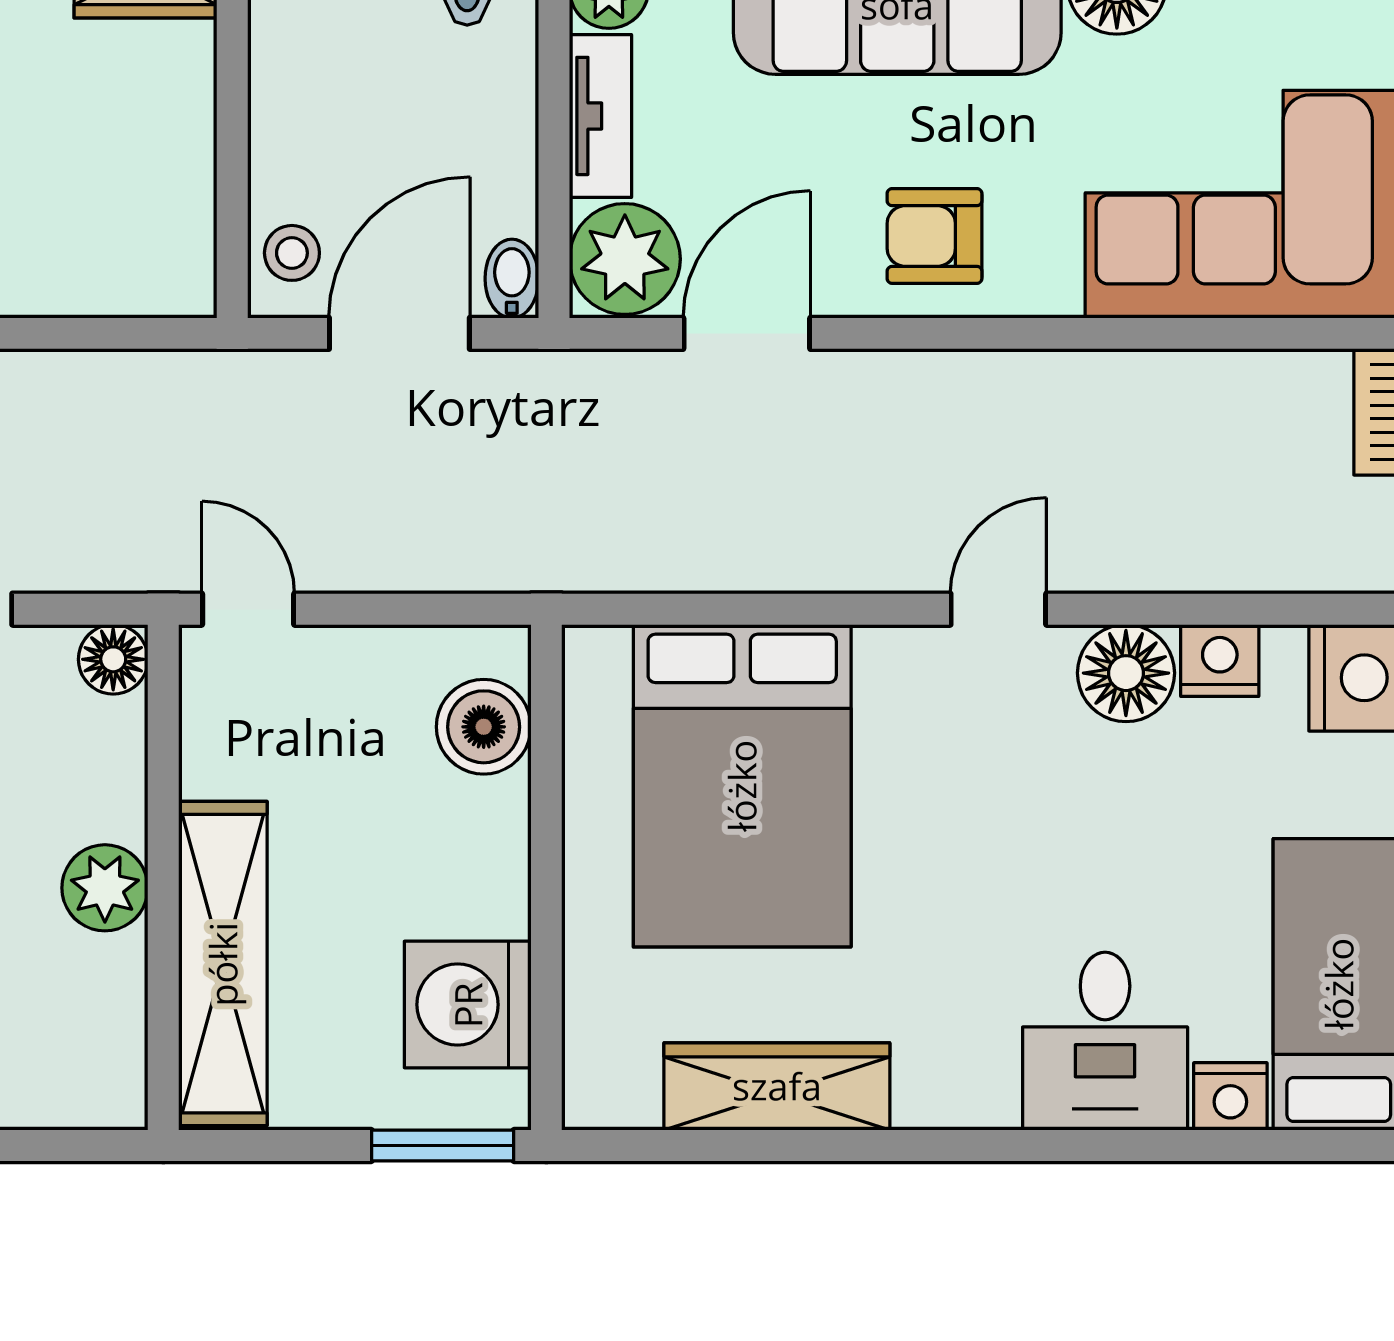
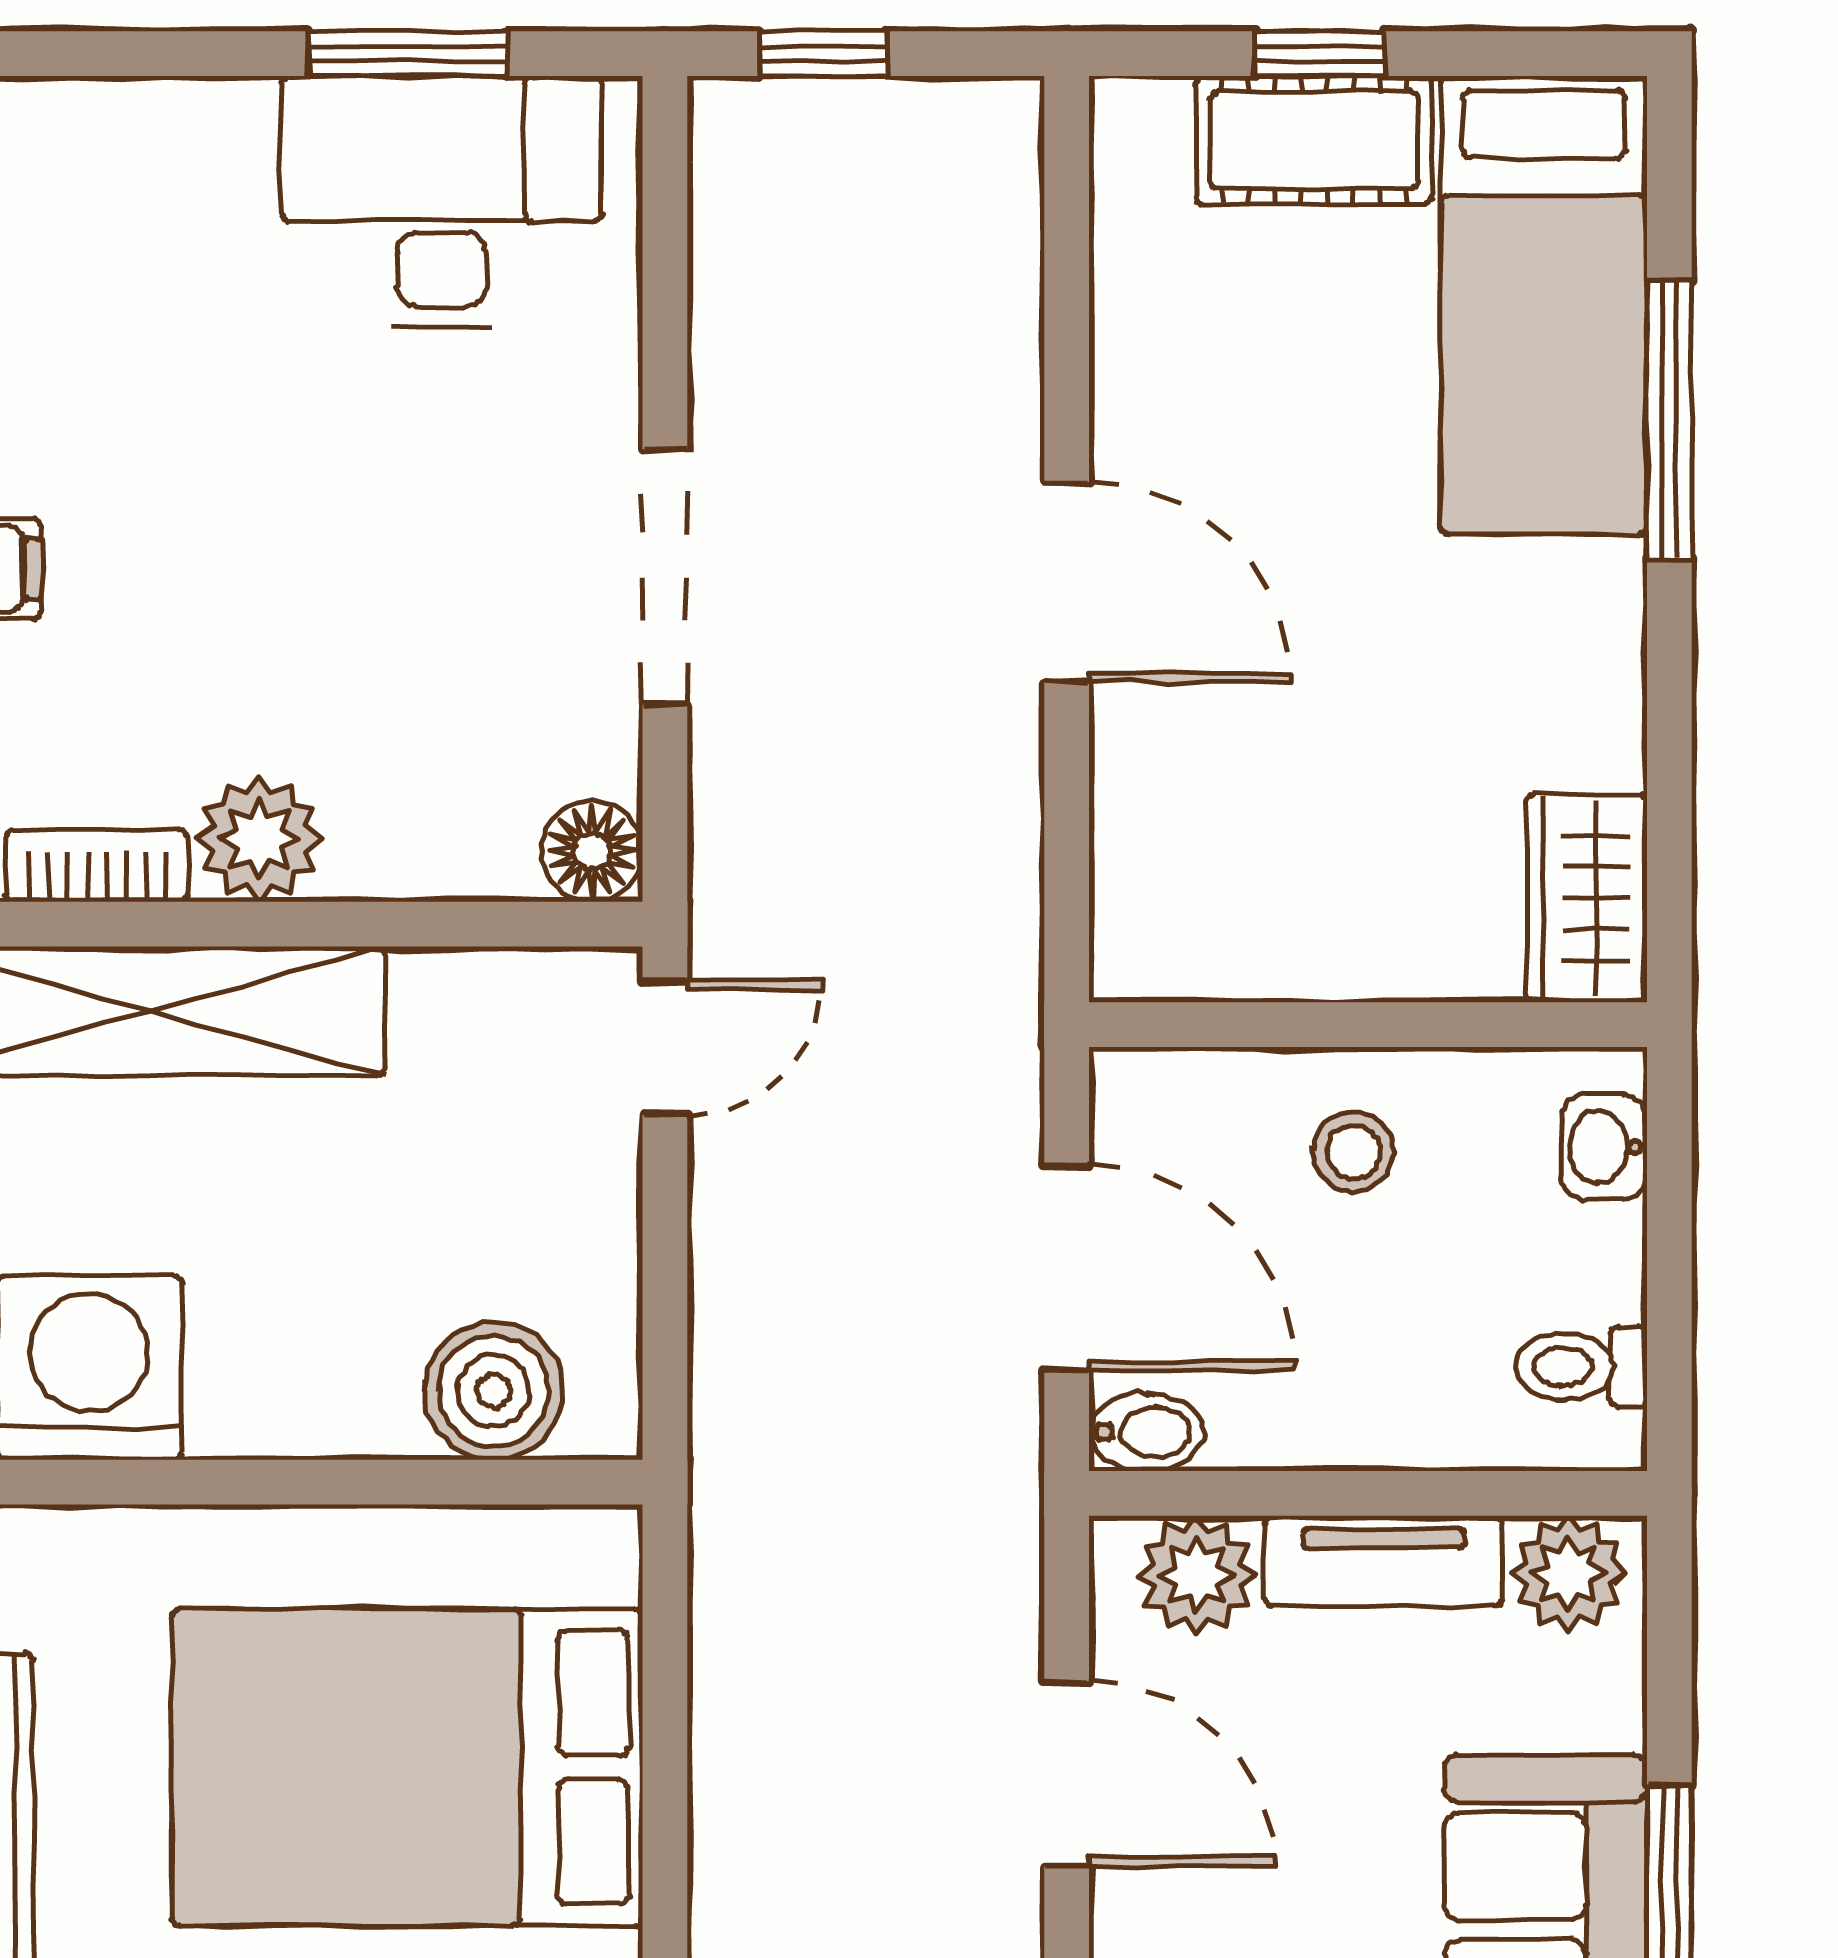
stool: (292, 253) -> (1353, 1152), moved
plant: (625, 259) -> (1197, 1575), width x0.73, depth x0.73
bookcase: (123, 999) -> (97, 866), added

